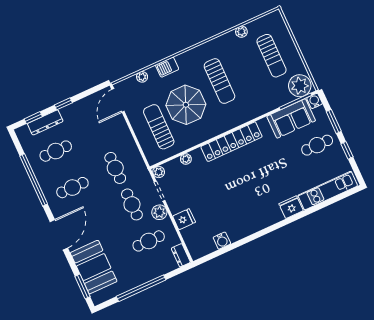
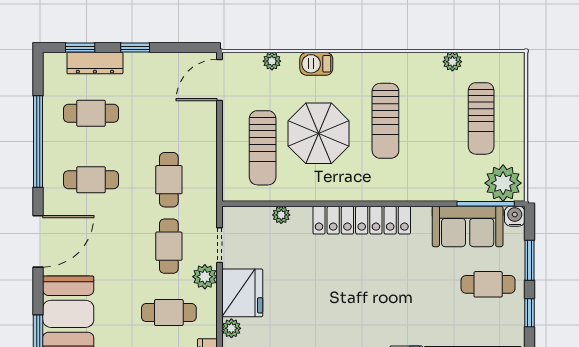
sun lounger: (159, 127) -> (263, 148), turned 180
plant: (159, 172) -> (231, 328), moved
fridge: (184, 219) -> (242, 293), width x1.88, depth x1.34

